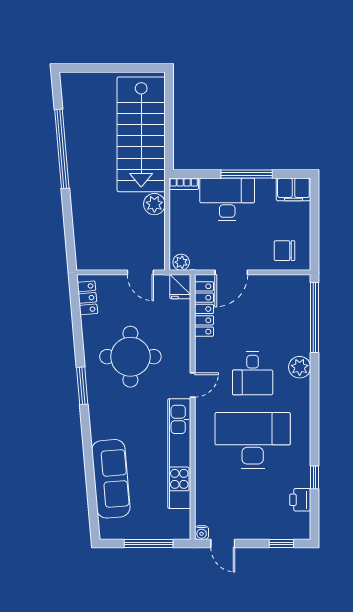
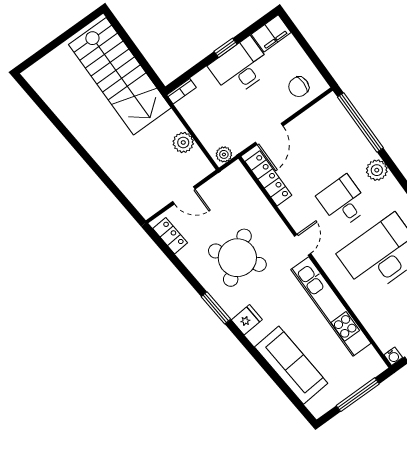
window: (62, 149) -> (65, 133), removed
window: (247, 174) -> (226, 48), width x0.46
desk: (227, 199) -> (241, 67), moved
plant: (154, 204) -> (183, 142), moved
door: (140, 272) -> (184, 195), moved
fridge: (180, 287) -> (247, 320), moved, turned -95
round table: (130, 357) -> (237, 258), turned -37
desk: (253, 373) -> (343, 202), turned 180

